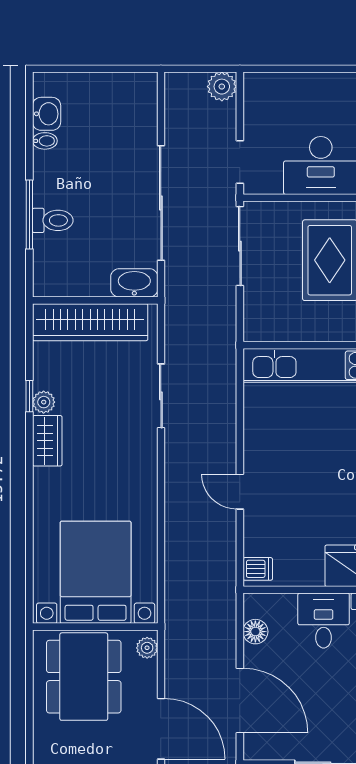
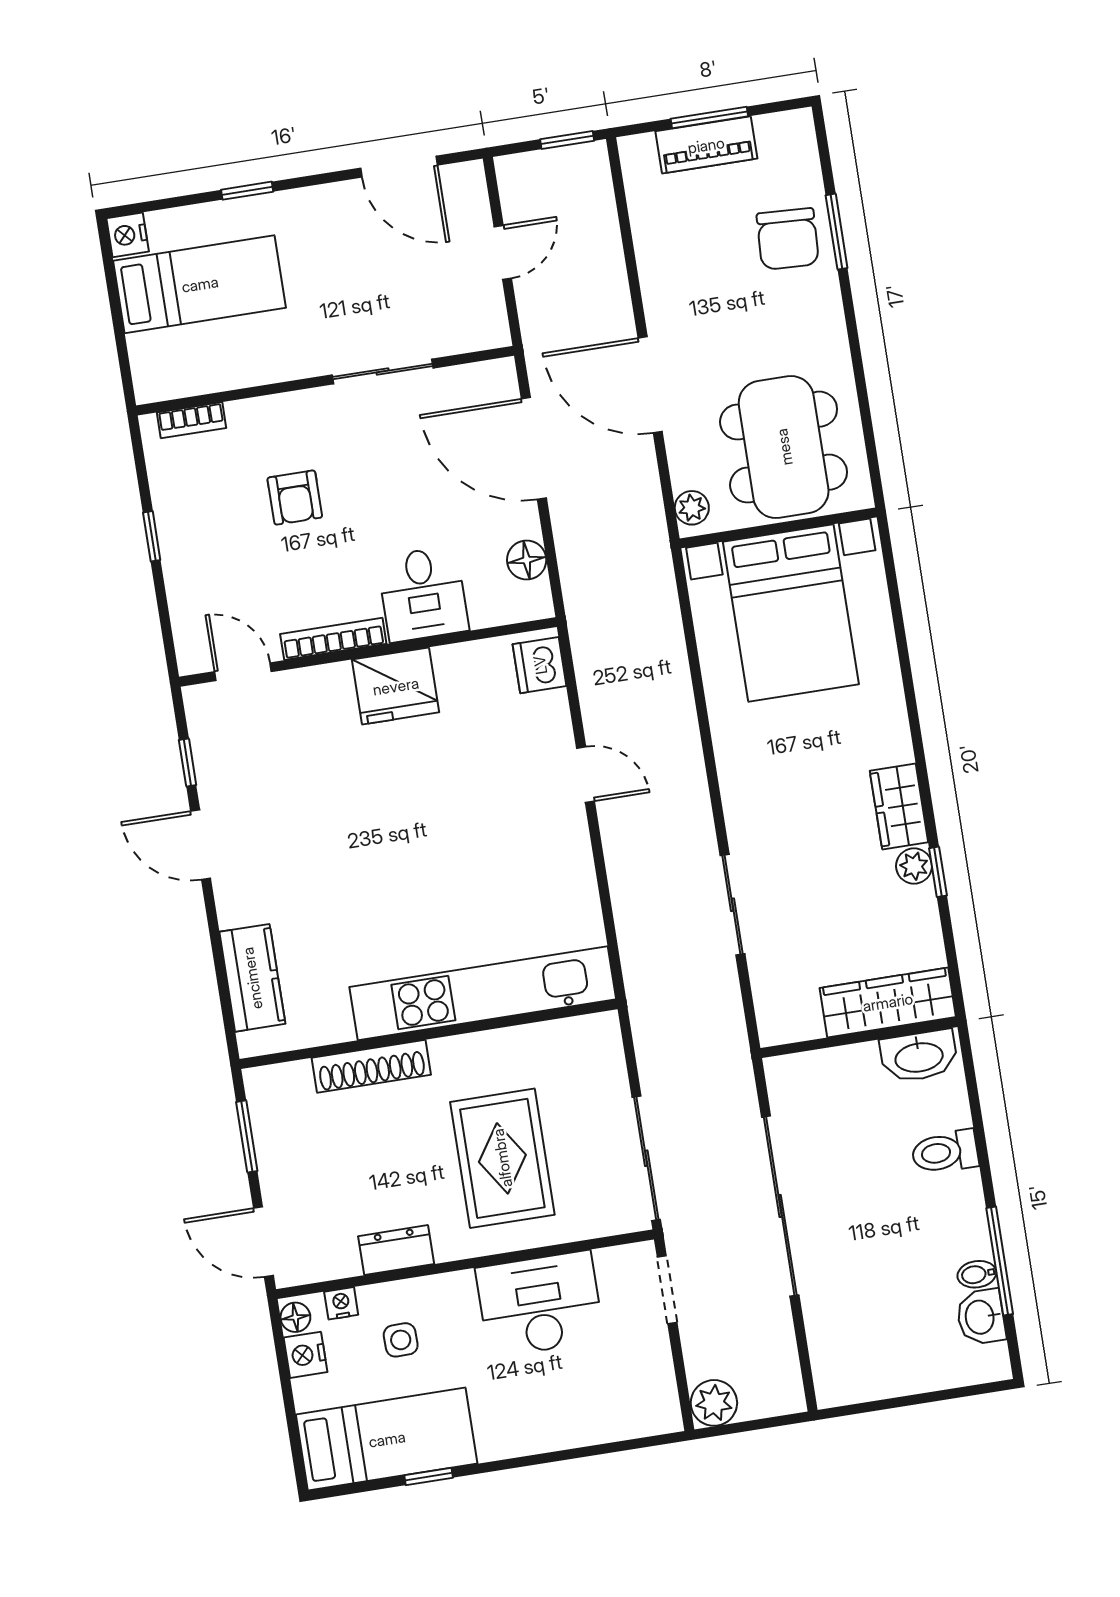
window: (29, 214) -> (1000, 1261), moved
washbasin: (134, 283) -> (919, 1056), moved
wardrobe: (90, 322) -> (888, 1002), width x0.71, depth x0.85
dishwasher: (258, 569) -> (540, 665), width x1.38

